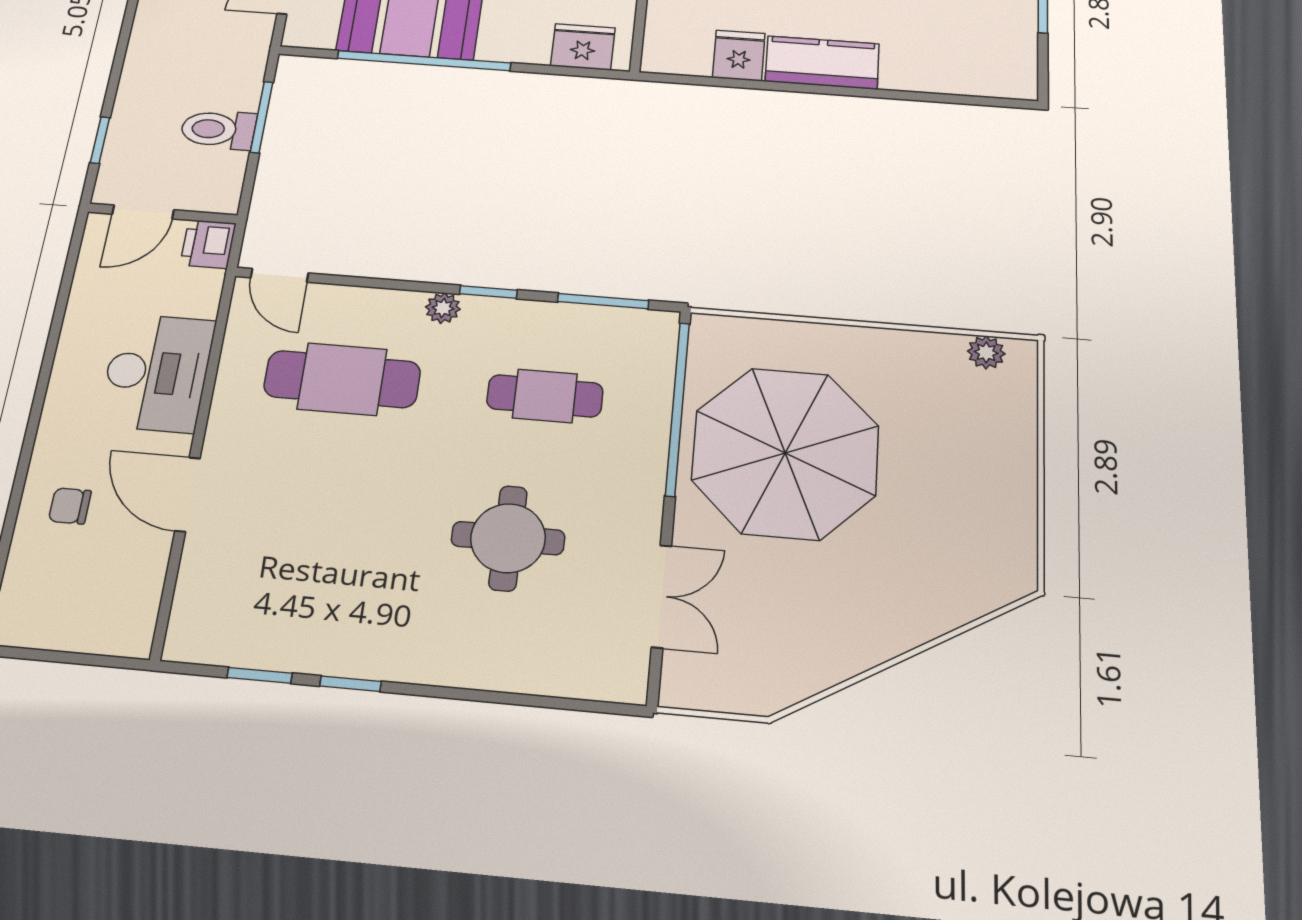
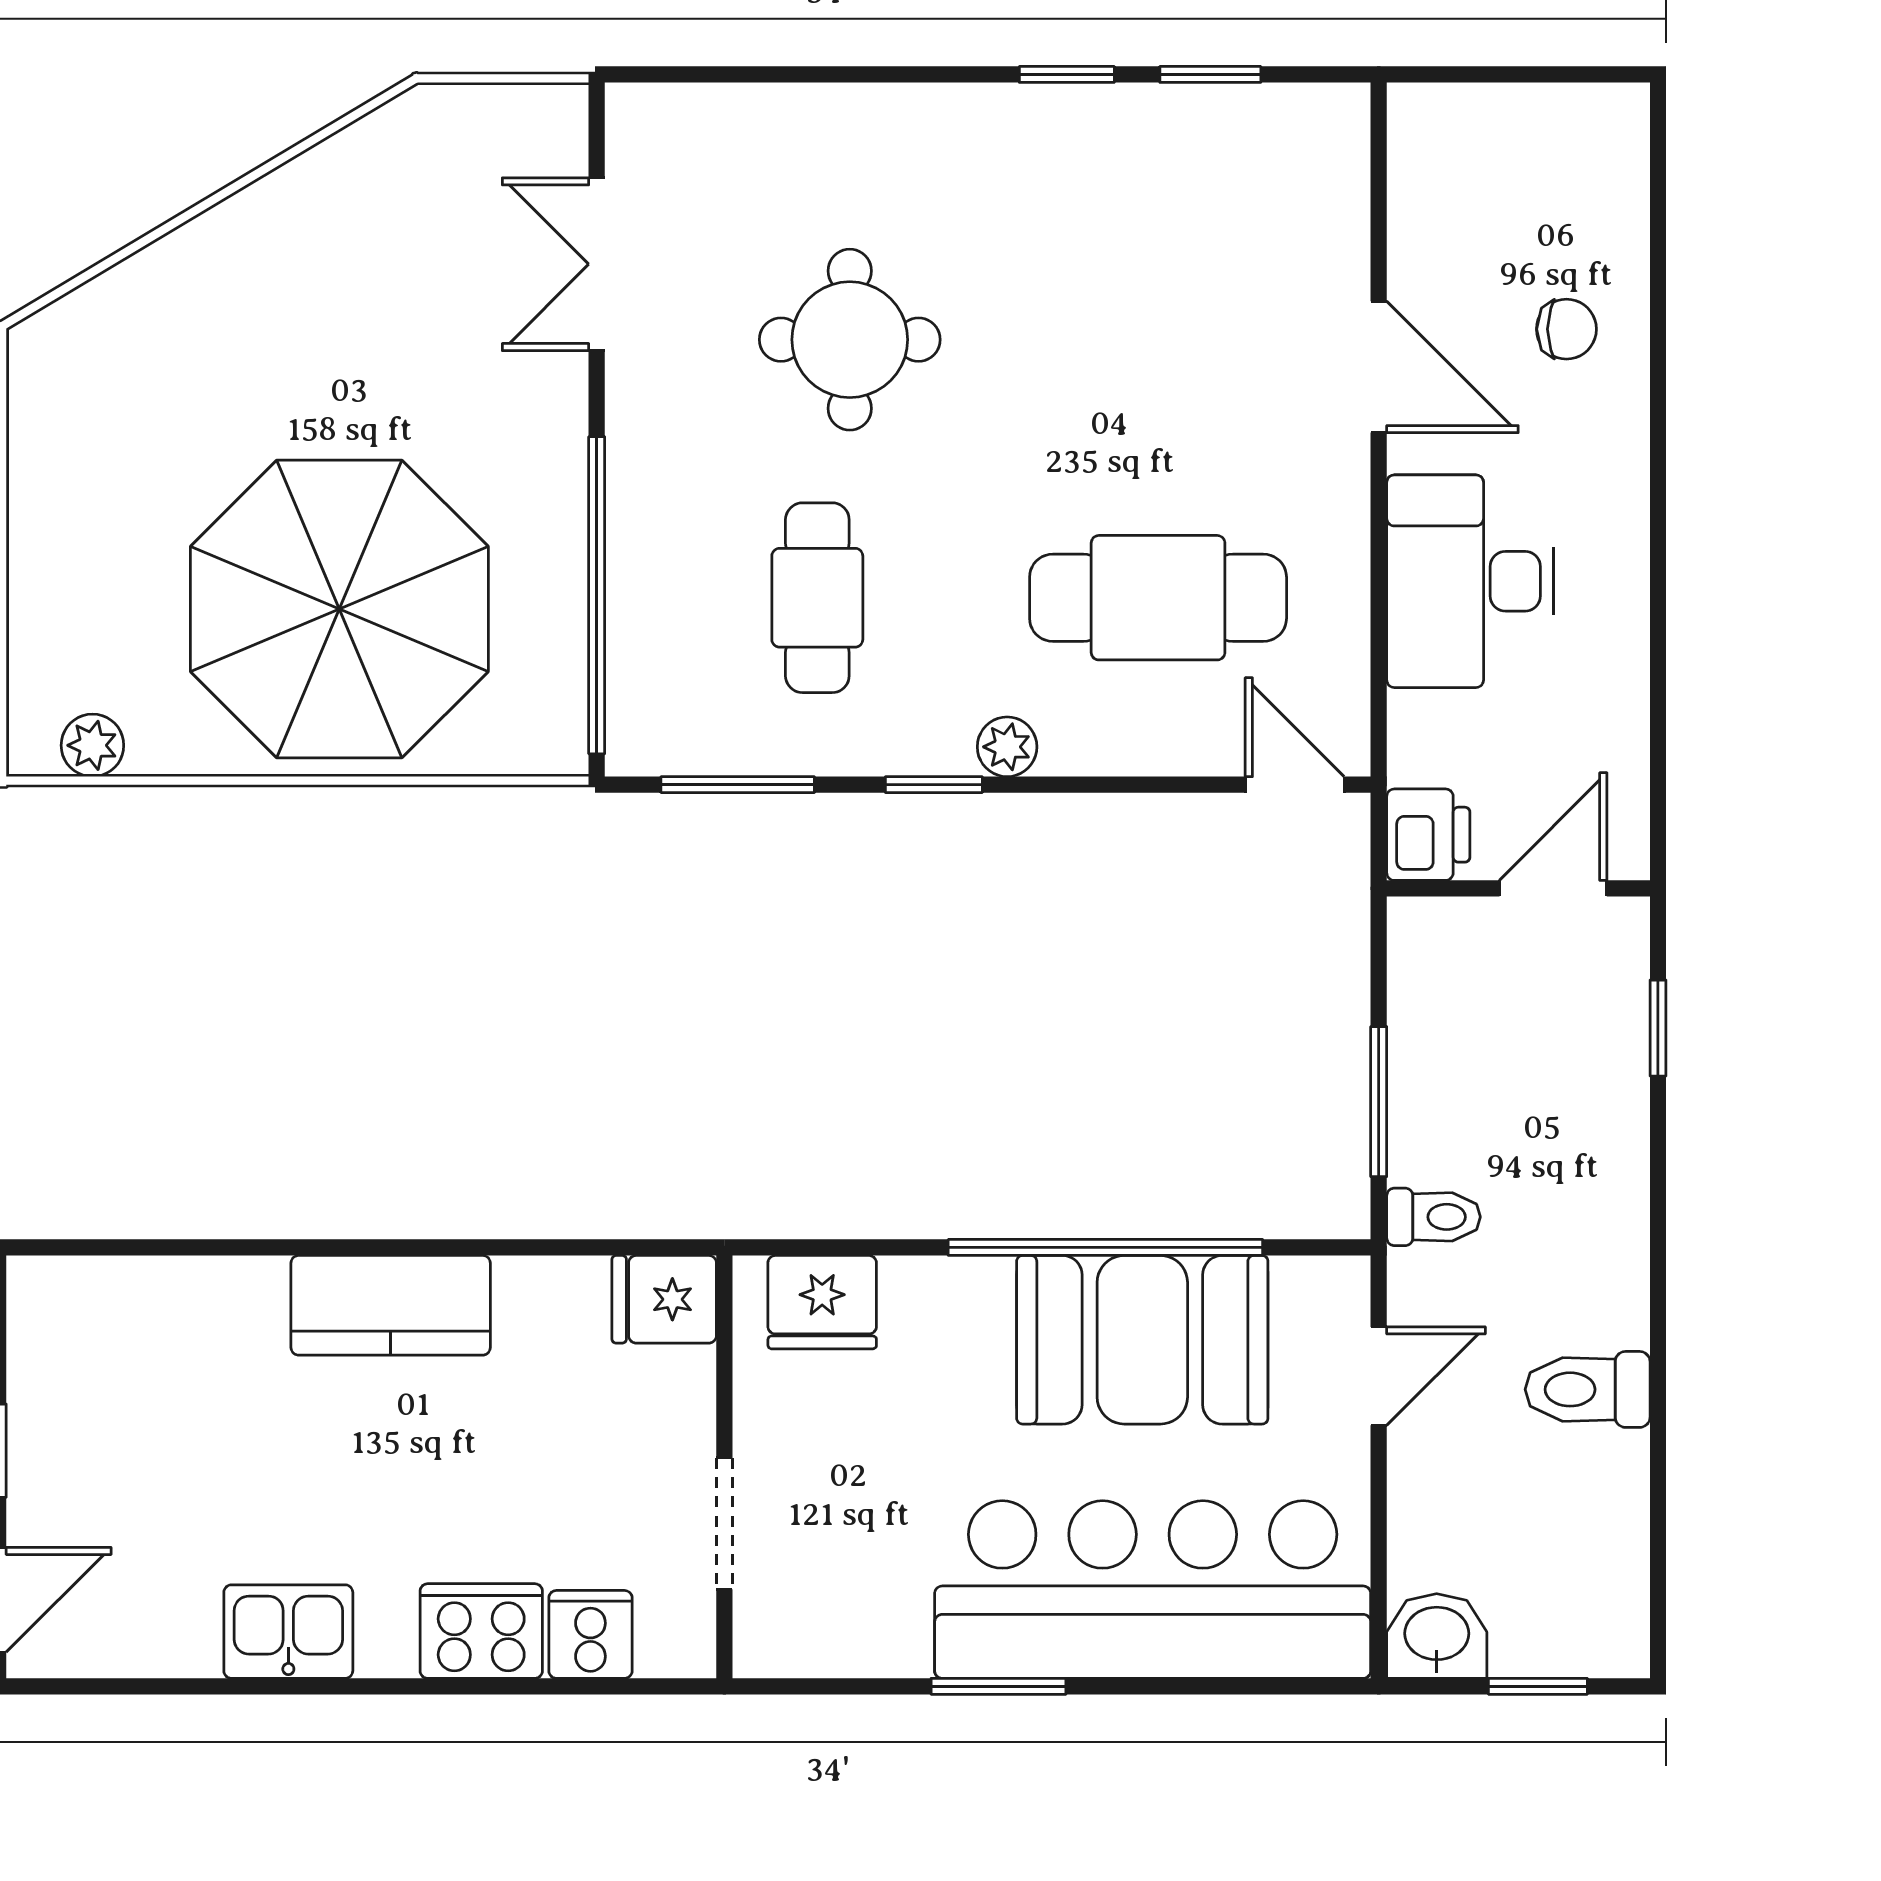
fridge: (739, 56) -> (664, 1299), moved, turned 90
toilet: (218, 129) -> (1433, 1217), moved, width x0.73, depth x0.72
cafe table: (545, 396) -> (817, 598), turned 90
parasol: (785, 453) -> (339, 609), moved

